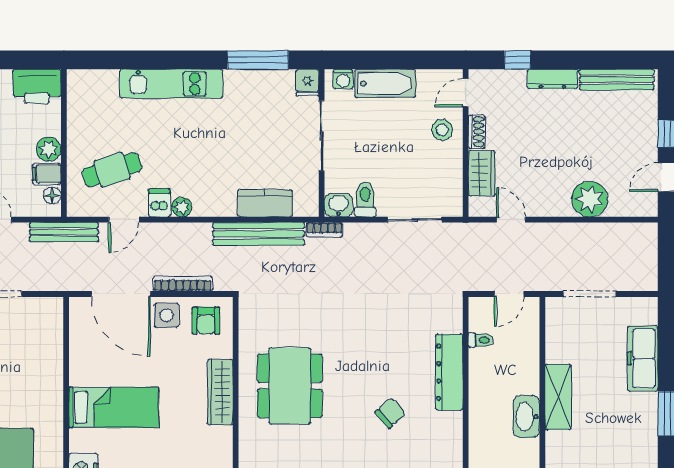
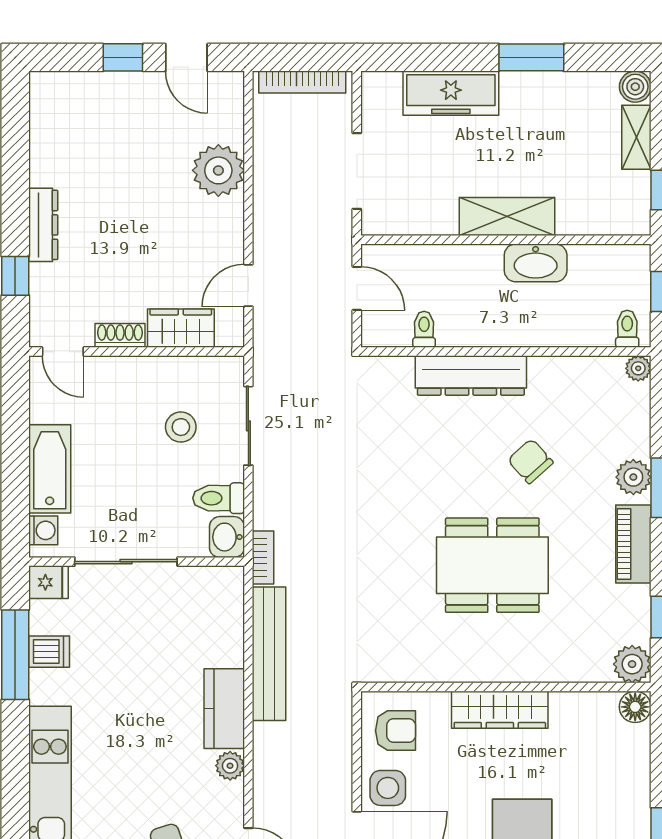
bench: (617, 80) -> (44, 131), removed
stool: (442, 130) -> (181, 427), moved
dishwasher: (159, 203) -> (49, 652), moved, turned 180
kitchen counter: (265, 203) -> (224, 709), moved
bookcase: (183, 284) -> (302, 82), moved, turned -90
dining table: (290, 386) -> (492, 565), moved

